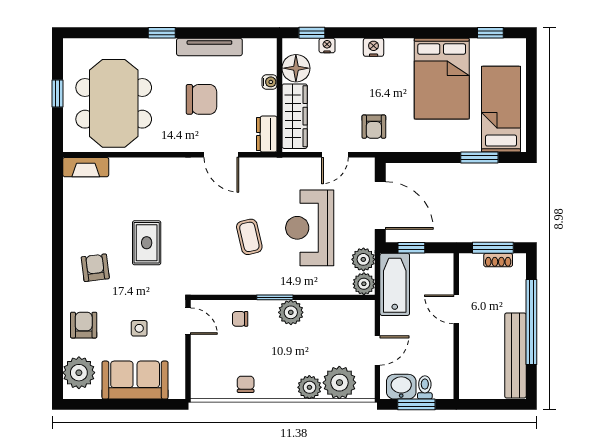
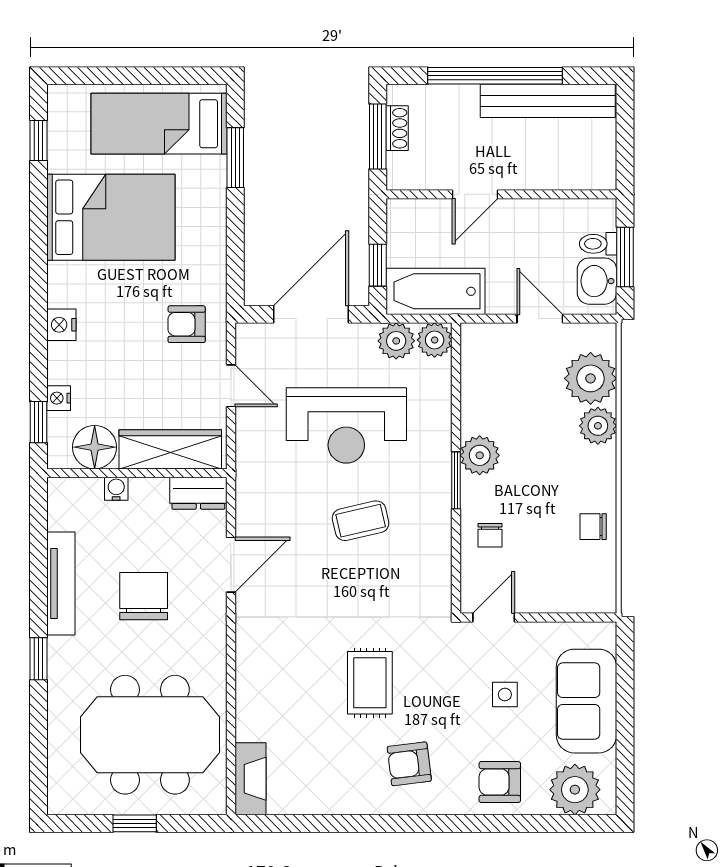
armchair: (374, 127) -> (187, 324), turned 180
rug: (147, 243) -> (370, 683), turned 90

